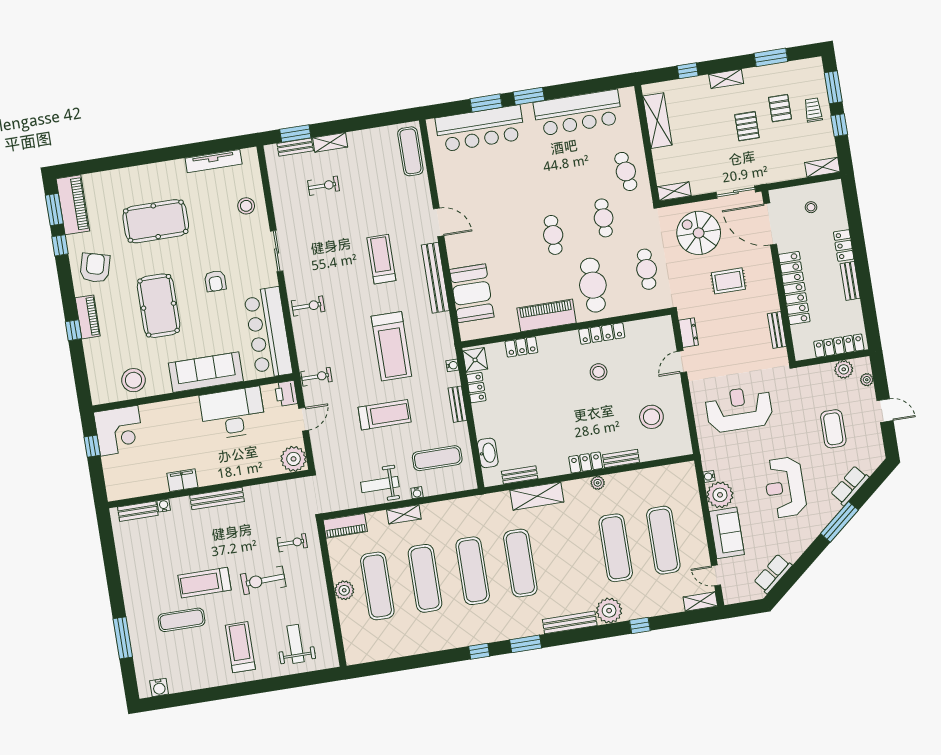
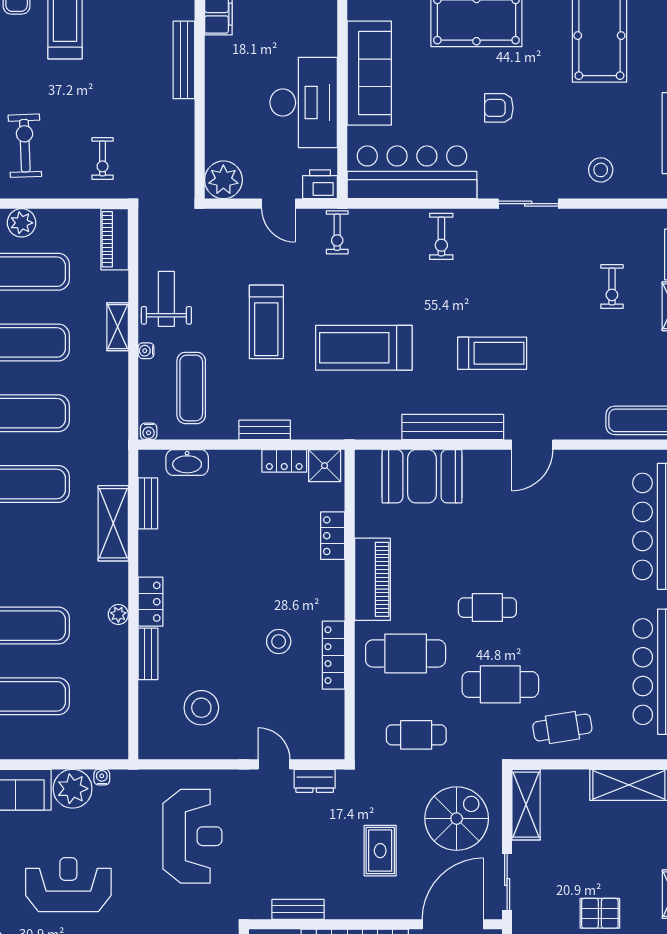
shelving: (674, 191) -> (526, 805), width x1.50, depth x1.33
cafe table: (604, 218) -> (500, 684), width x1.37, depth x1.35
water cooler: (452, 365) -> (149, 431), moved
exercise bike: (263, 580) -> (25, 146), moved

